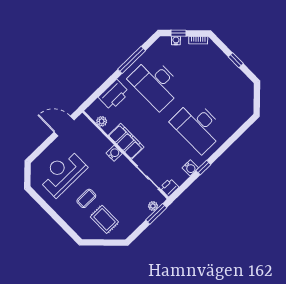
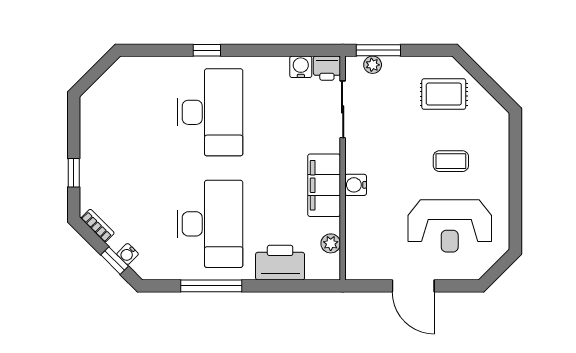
window: (236, 60) -> (74, 173), moved
door: (64, 126) -> (413, 286), moved
water cooler: (190, 168) -> (301, 67), moved
window: (203, 168) -> (207, 50), moved
rug: (104, 219) -> (444, 94), moved, turned 90

